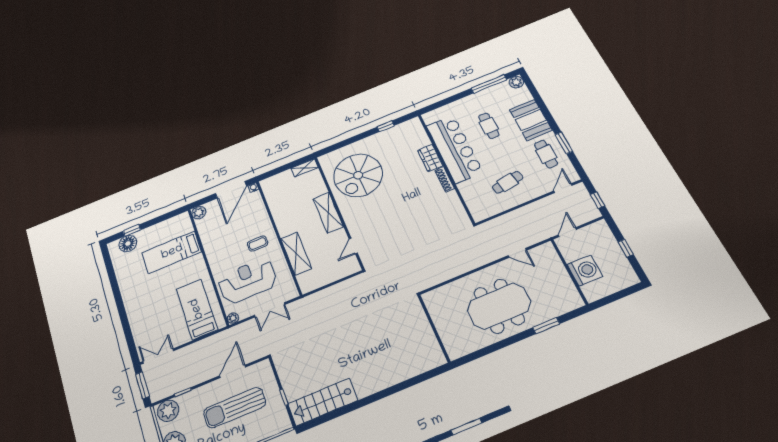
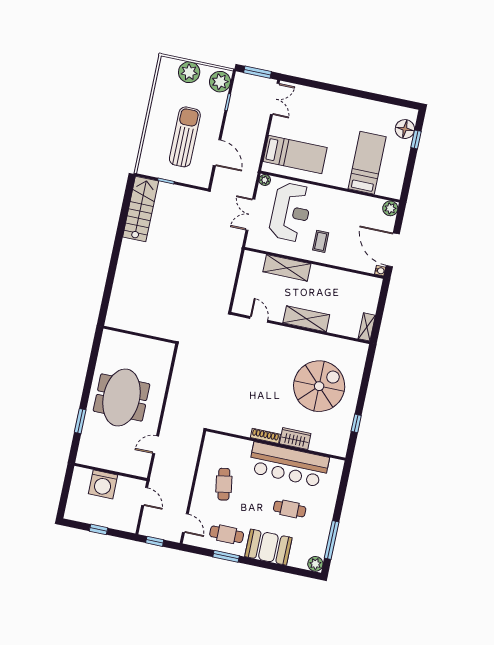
spiral stairs: (358, 175) -> (319, 386), moved, turned 90

